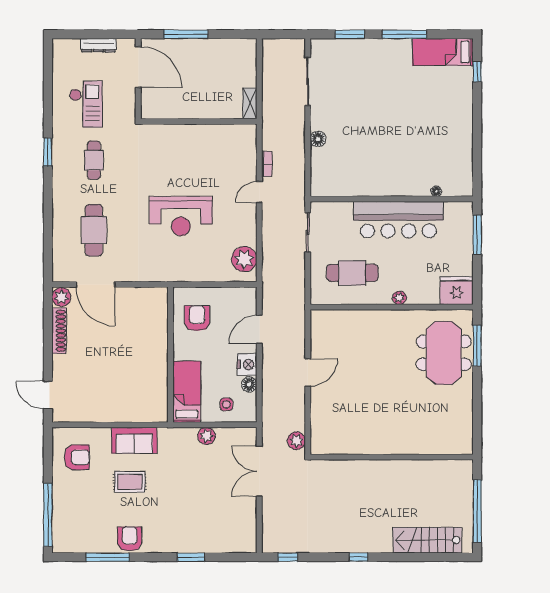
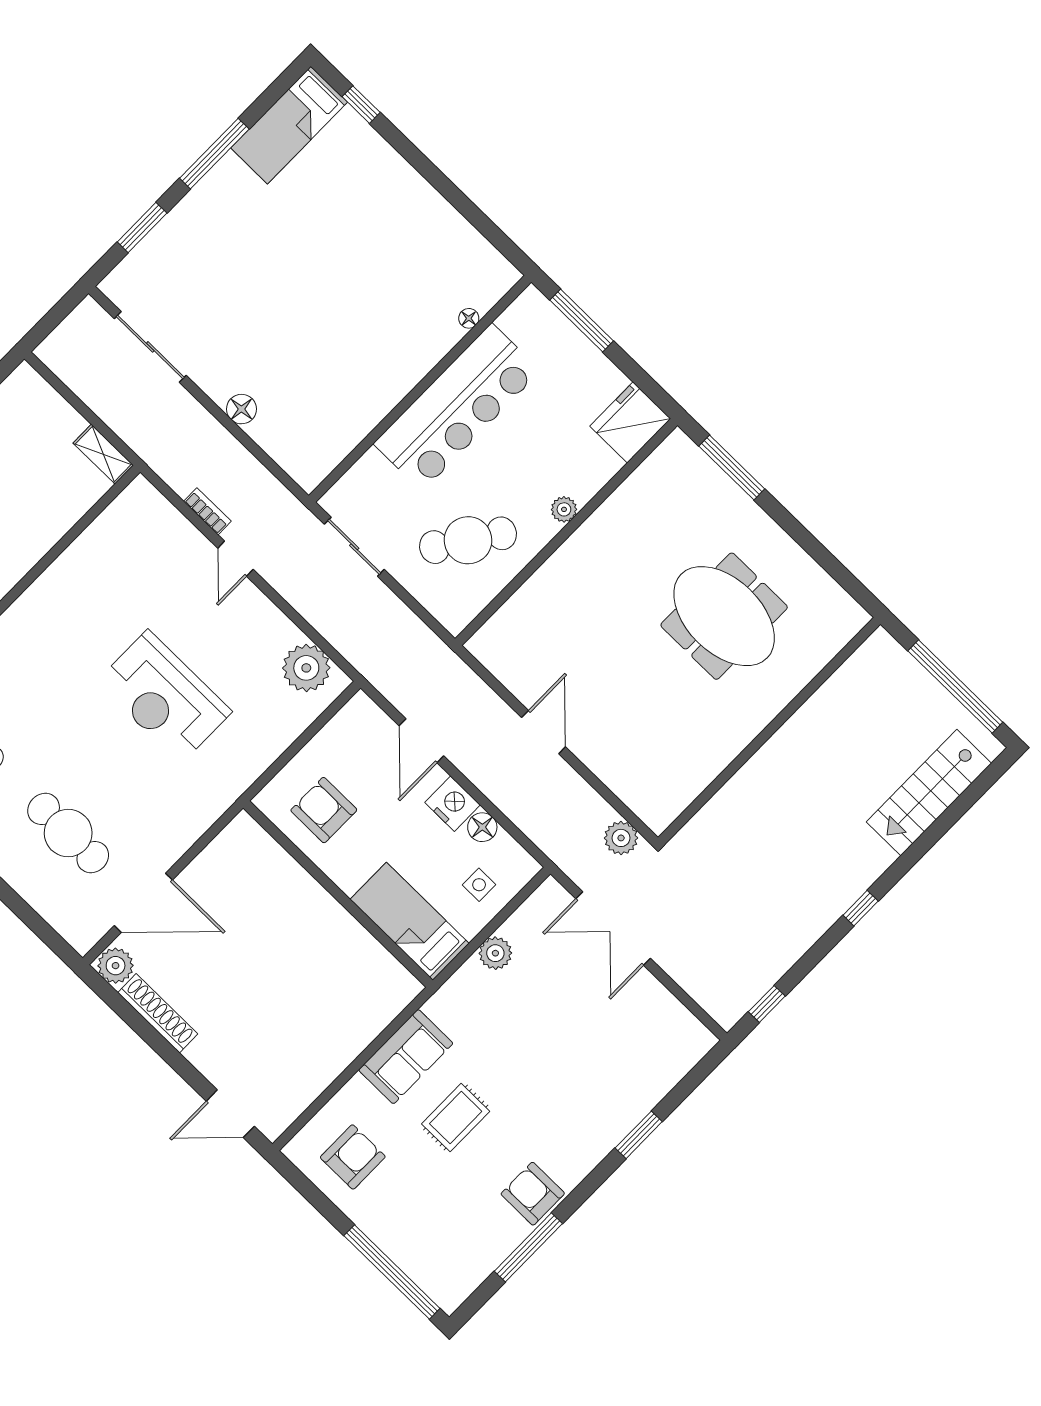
reception desk: (181, 216) -> (164, 697), turned 90
cafe table: (352, 273) -> (468, 540), turned 34
meeting table: (444, 353) -> (724, 616), moved

